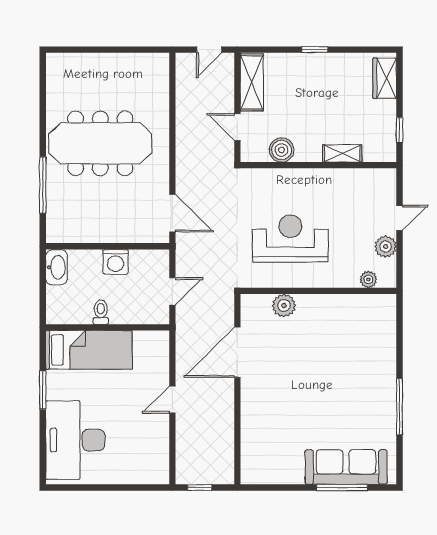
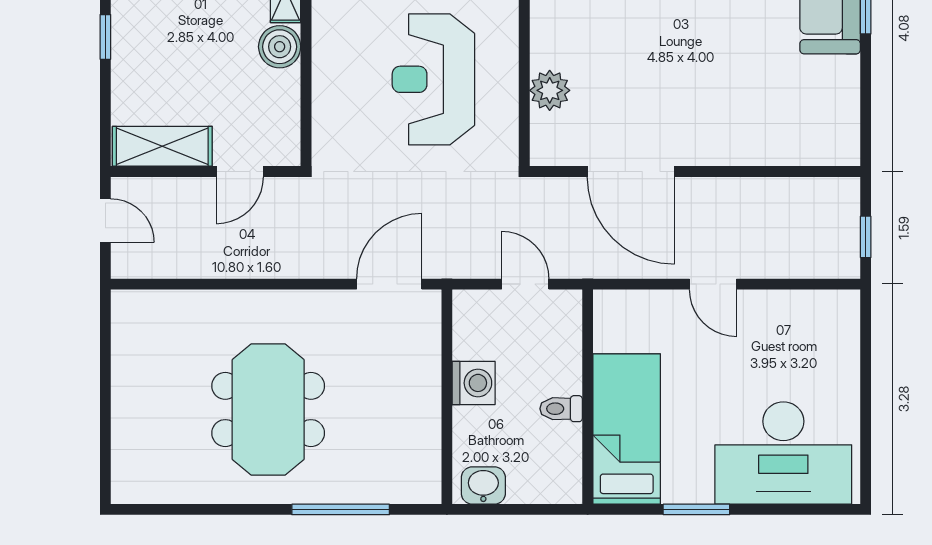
meeting table: (100, 143) -> (268, 409), width x0.73
boiler: (282, 150) -> (280, 47), moved
washbasin: (57, 267) -> (483, 485), width x0.72

